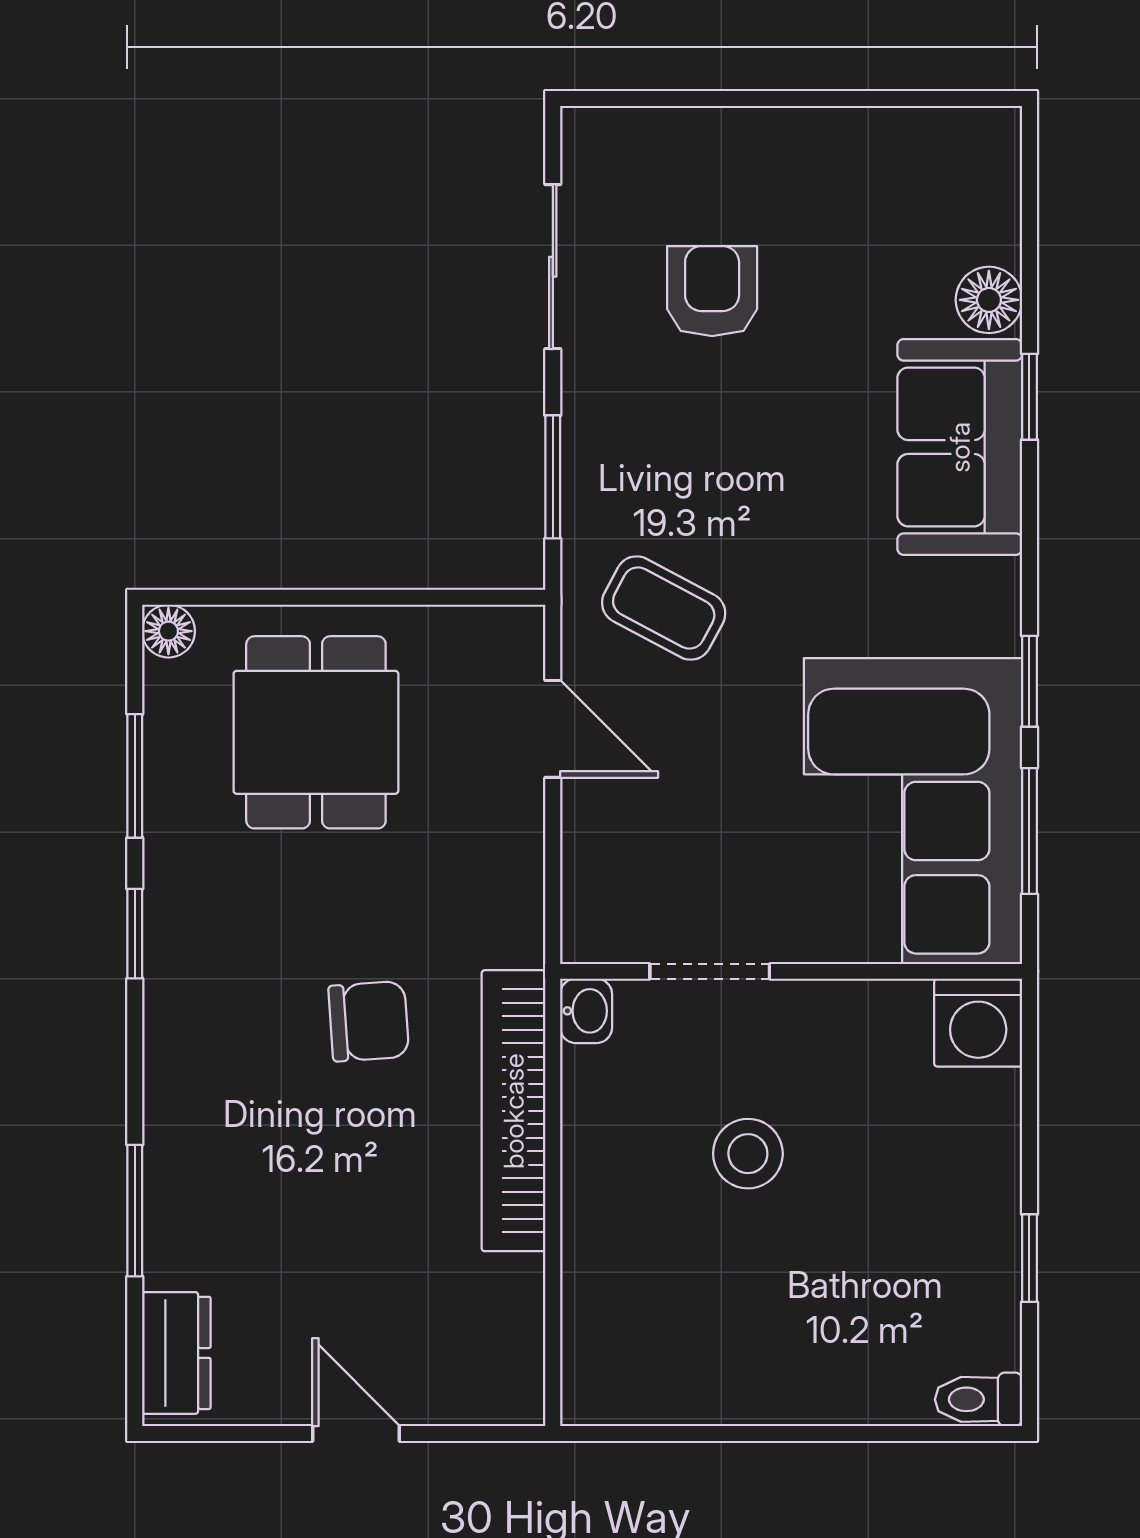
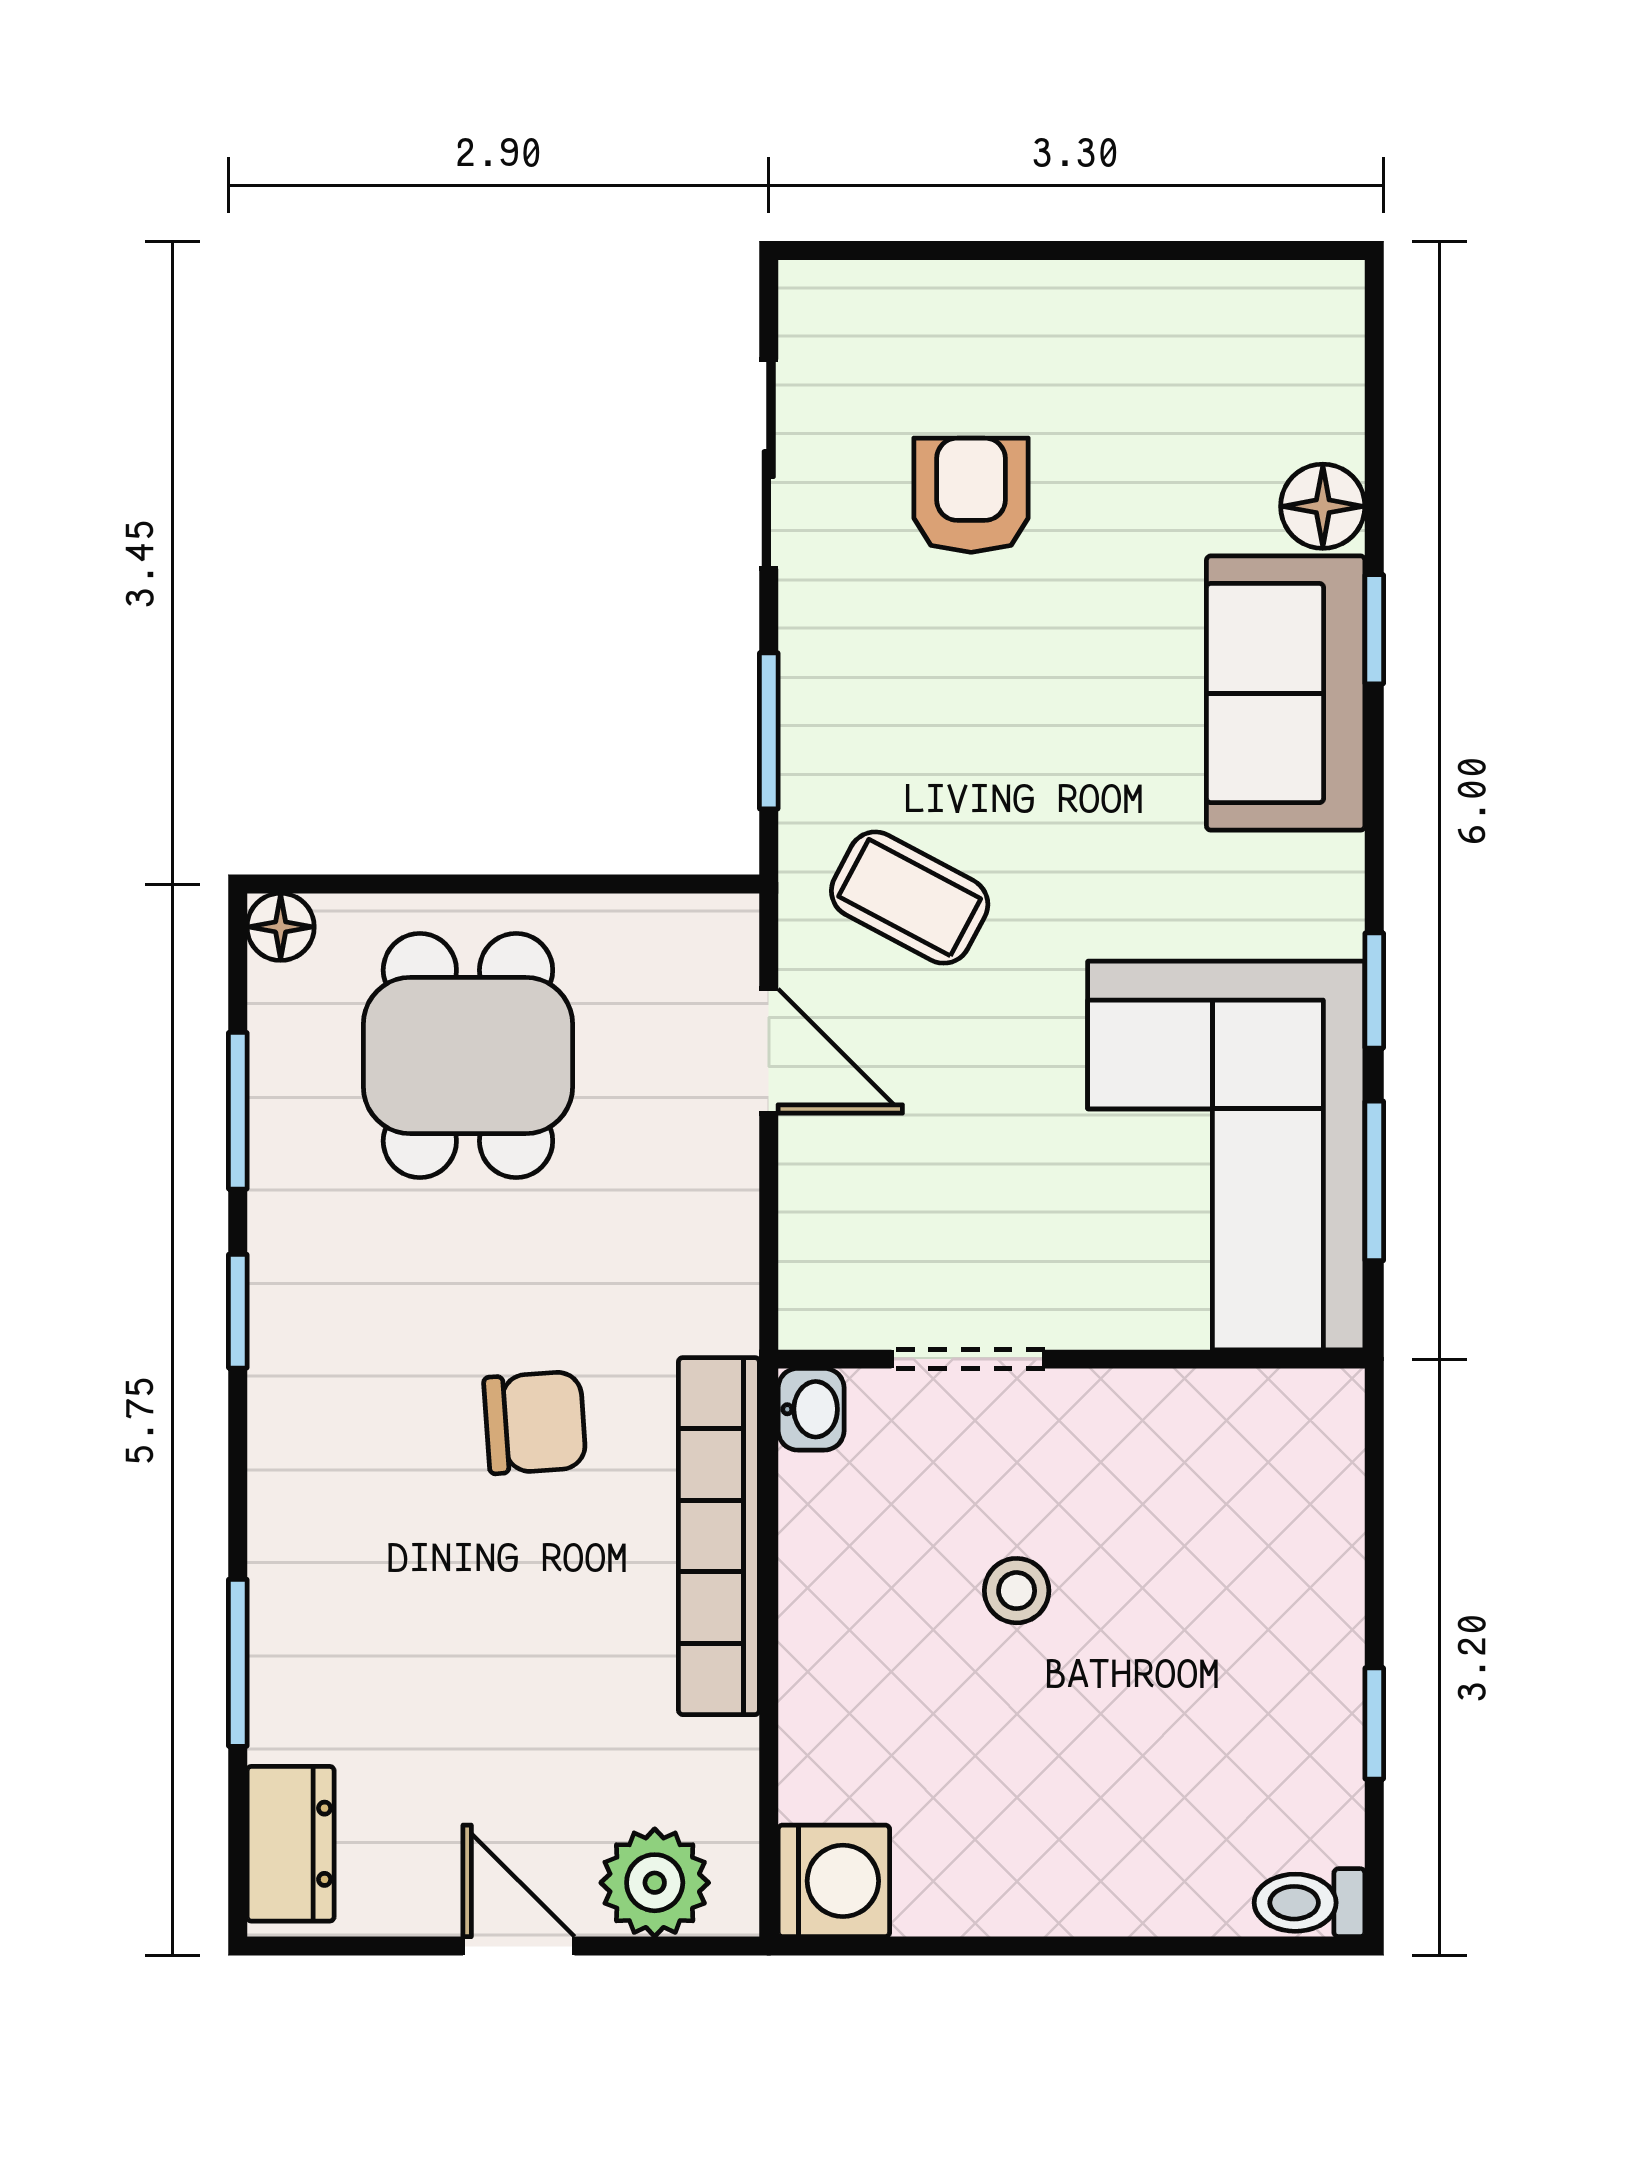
washing machine: (978, 1023) -> (834, 1881), moved, turned -90
stool: (748, 1154) -> (1017, 1591), width x0.73, depth x0.73
plant: (463, 1384) -> (655, 1883), added

